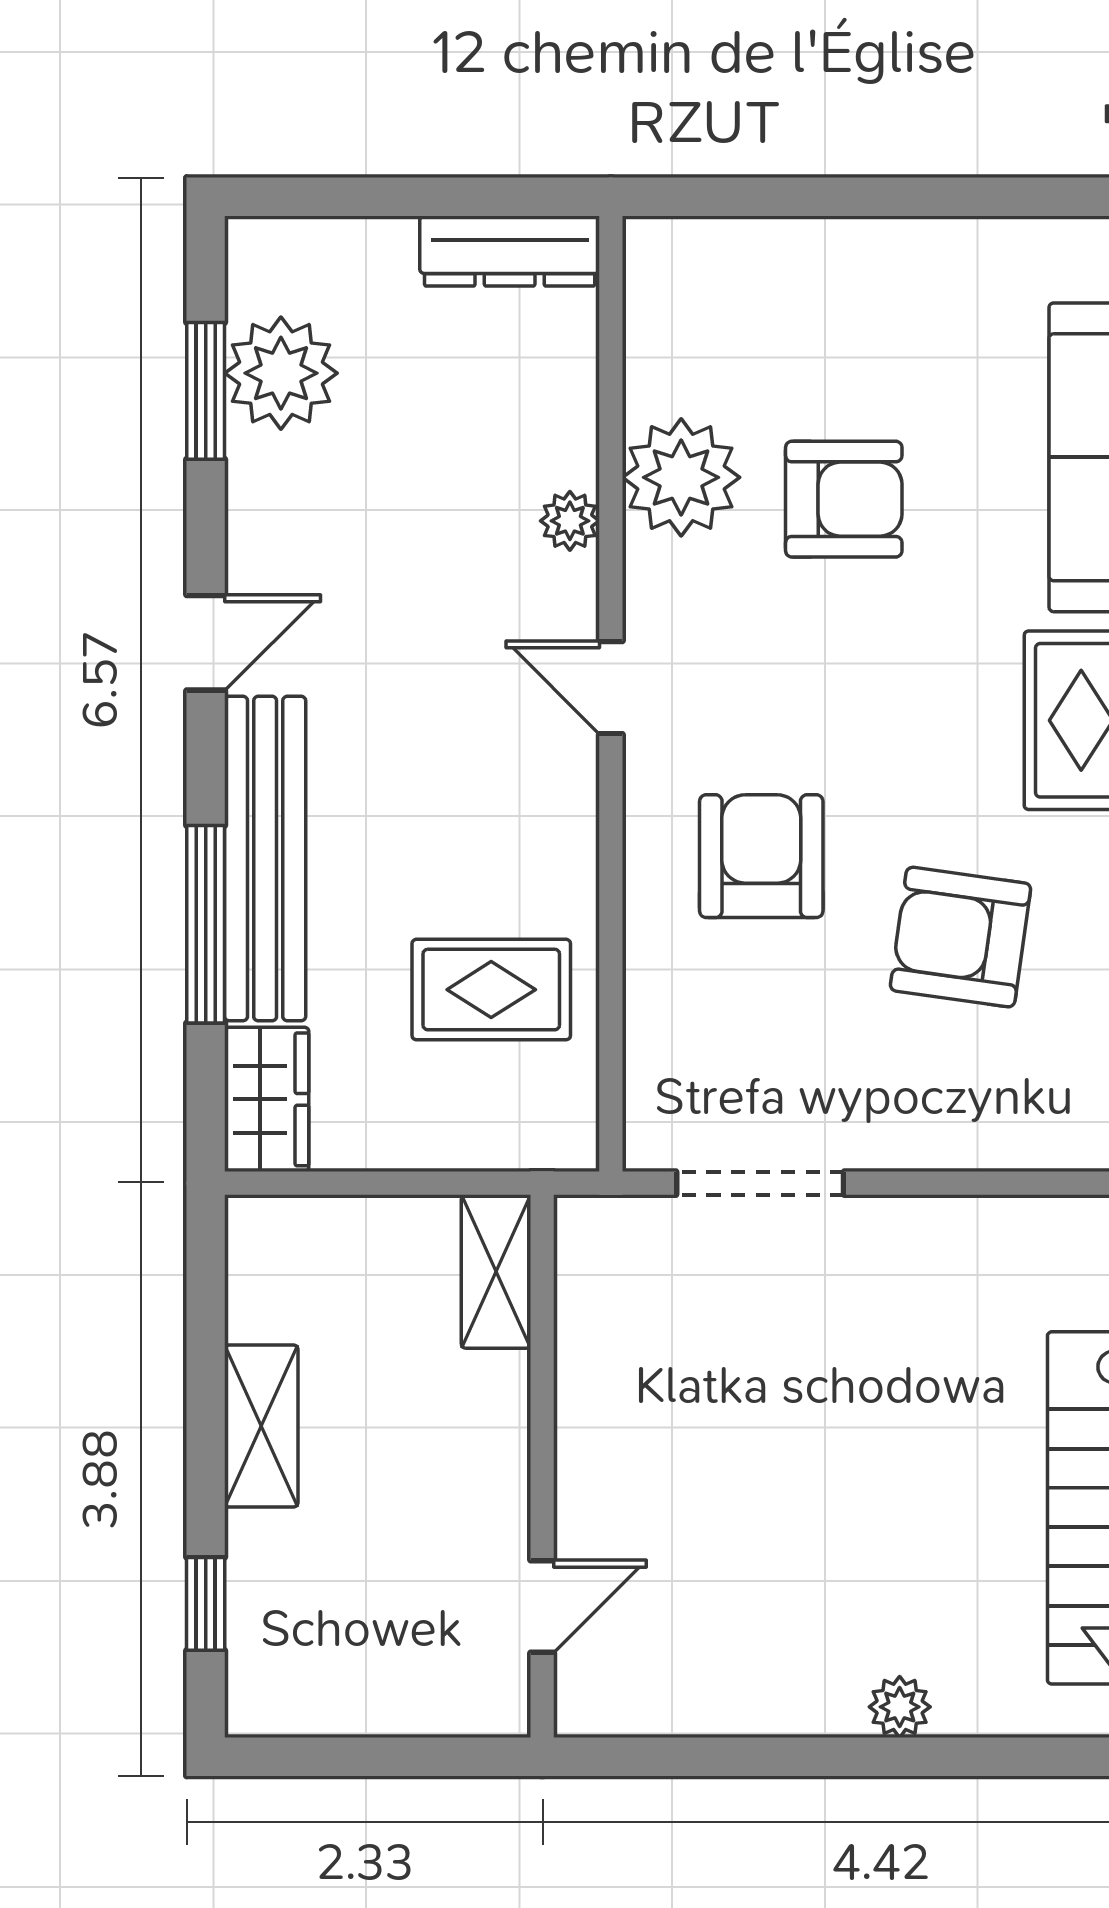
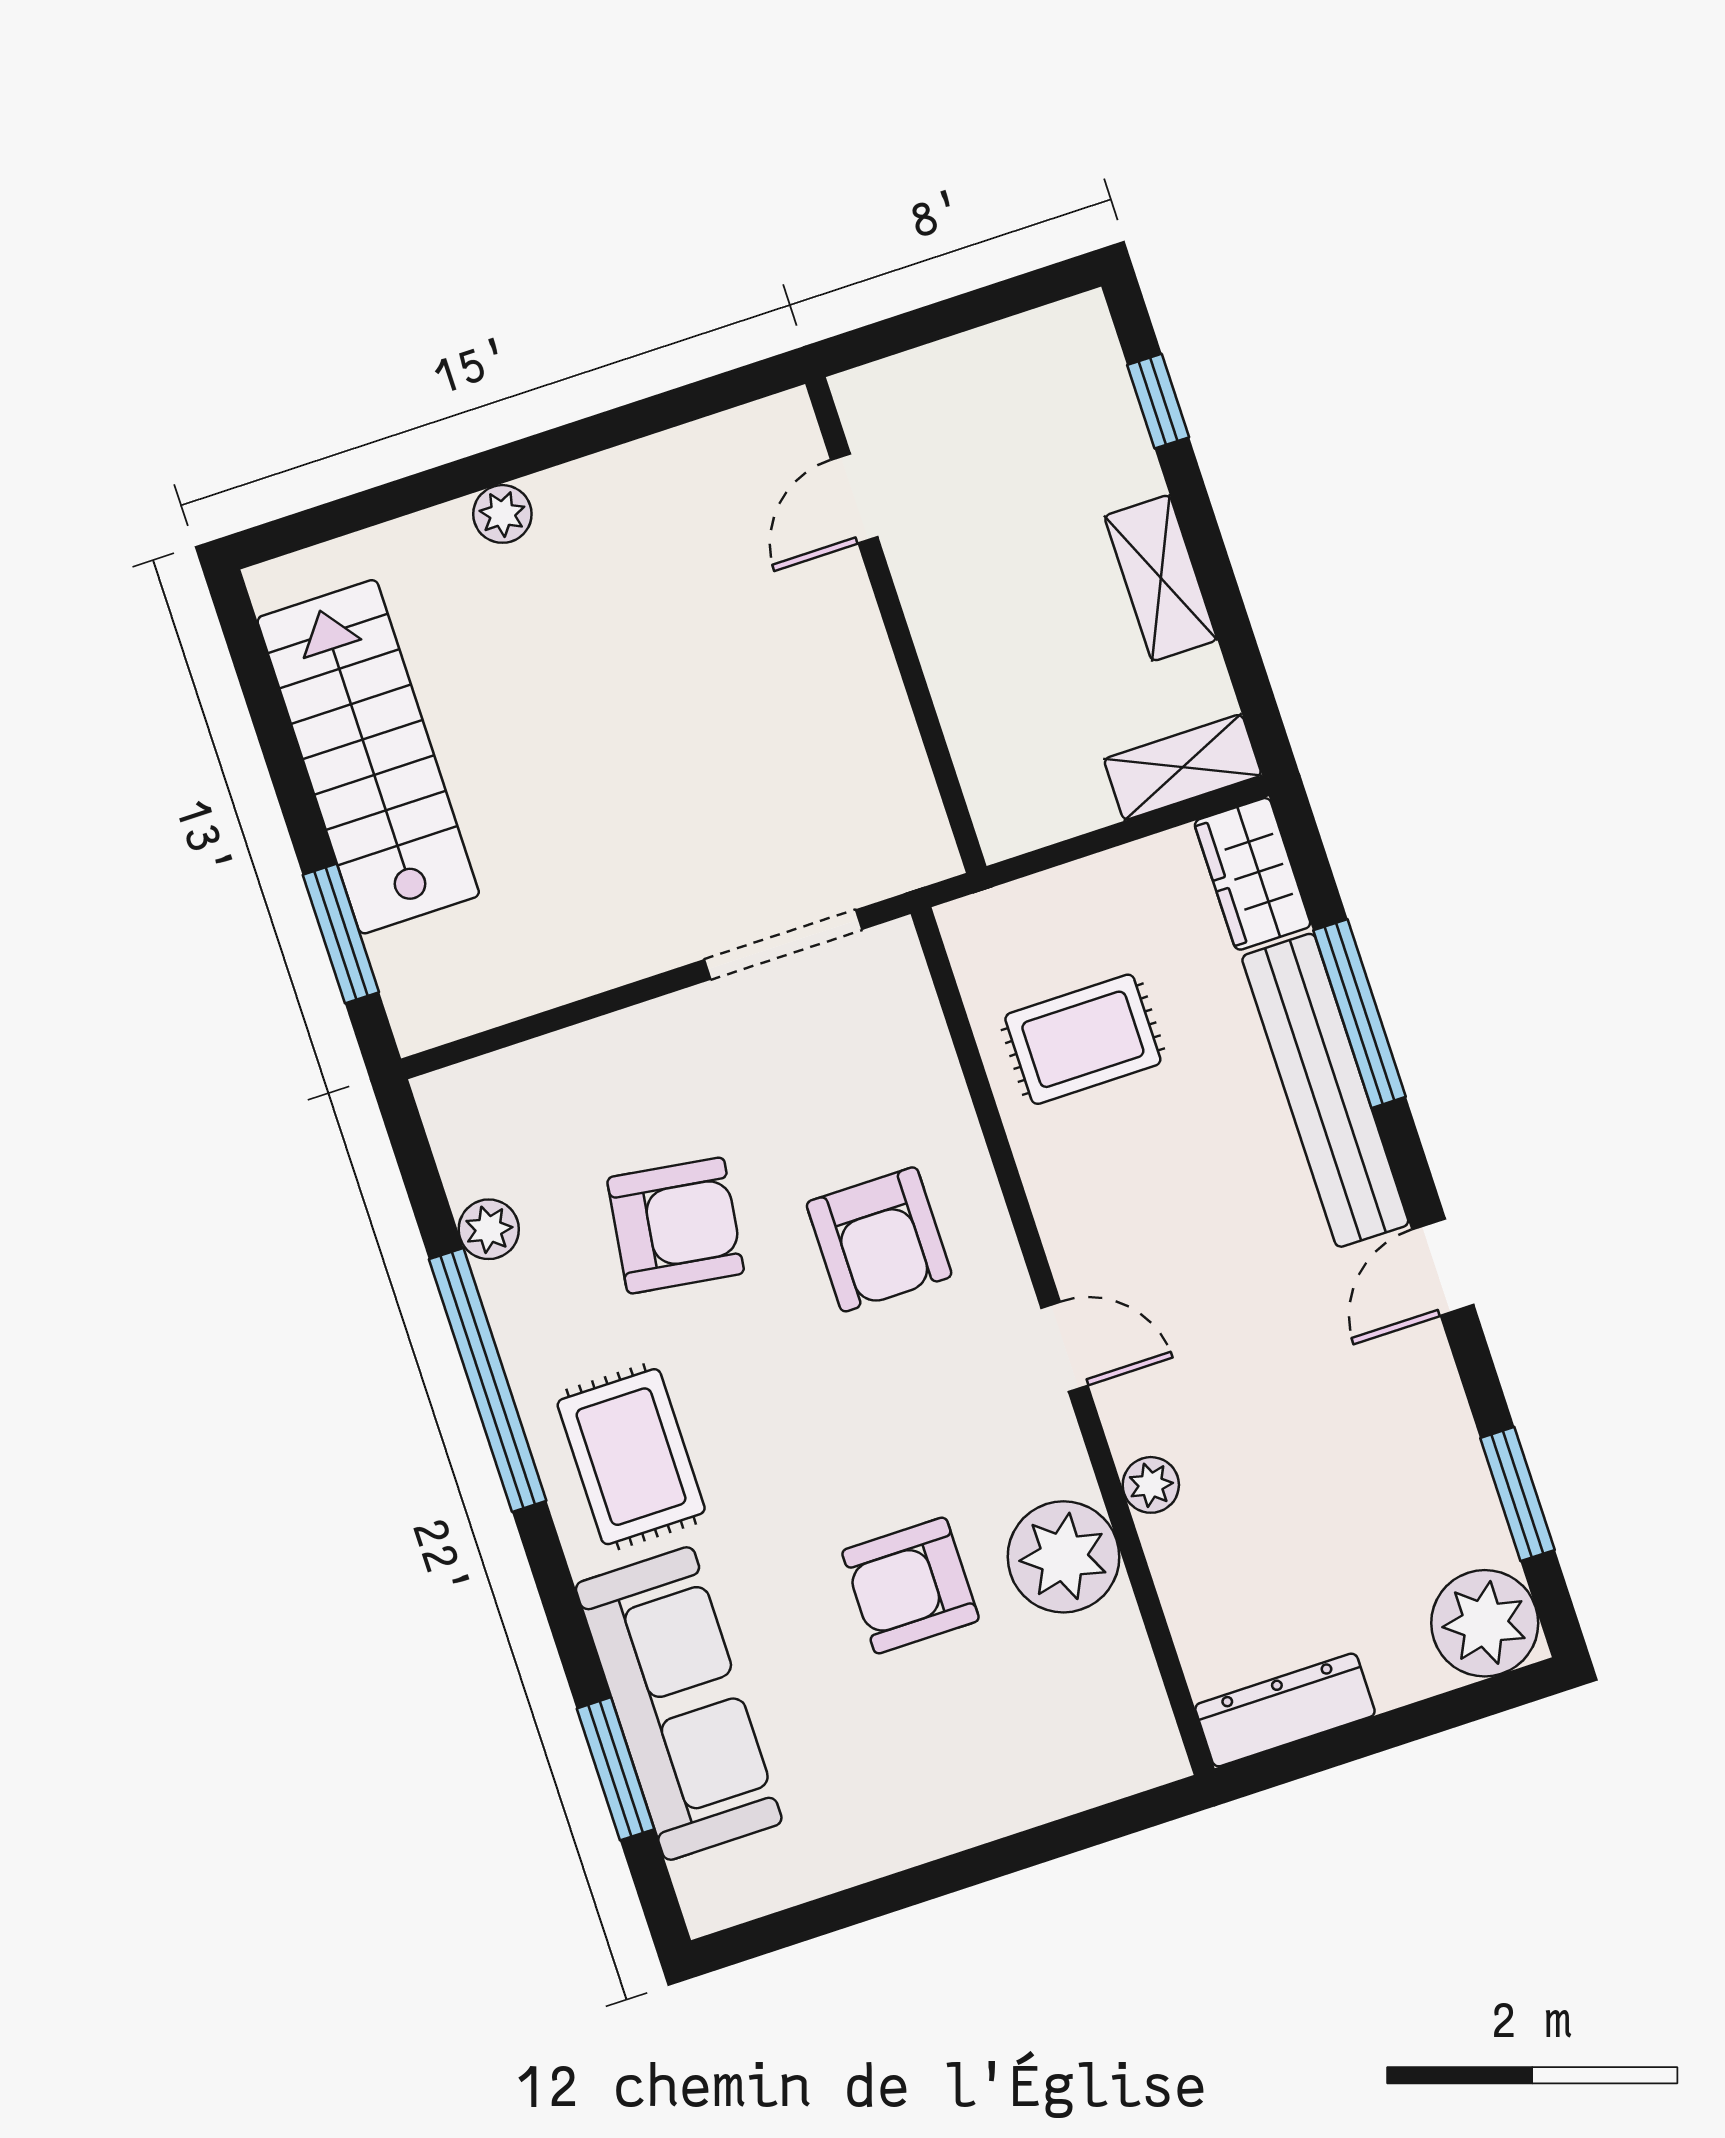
plant: (281, 373) -> (1485, 1623), moved
shelving: (496, 1271) -> (1183, 767), moved, turned 90

